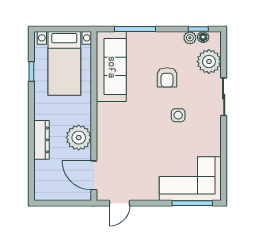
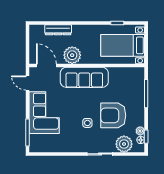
sofa: (111, 67) -> (84, 77), moved
armchair: (167, 77) -> (113, 115), width x1.88, depth x1.88
dresser: (41, 140) -> (58, 30), moved
door: (94, 175) -> (46, 65), hinge flipped
corner sofa: (190, 179) -> (44, 113), moved

